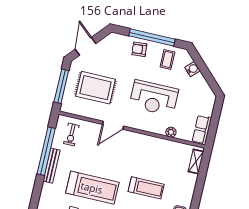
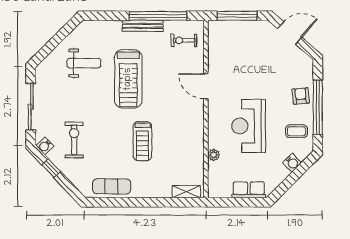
rug: (96, 88) -> (245, 56), removed
row of seats: (202, 130) -> (249, 190), moved

